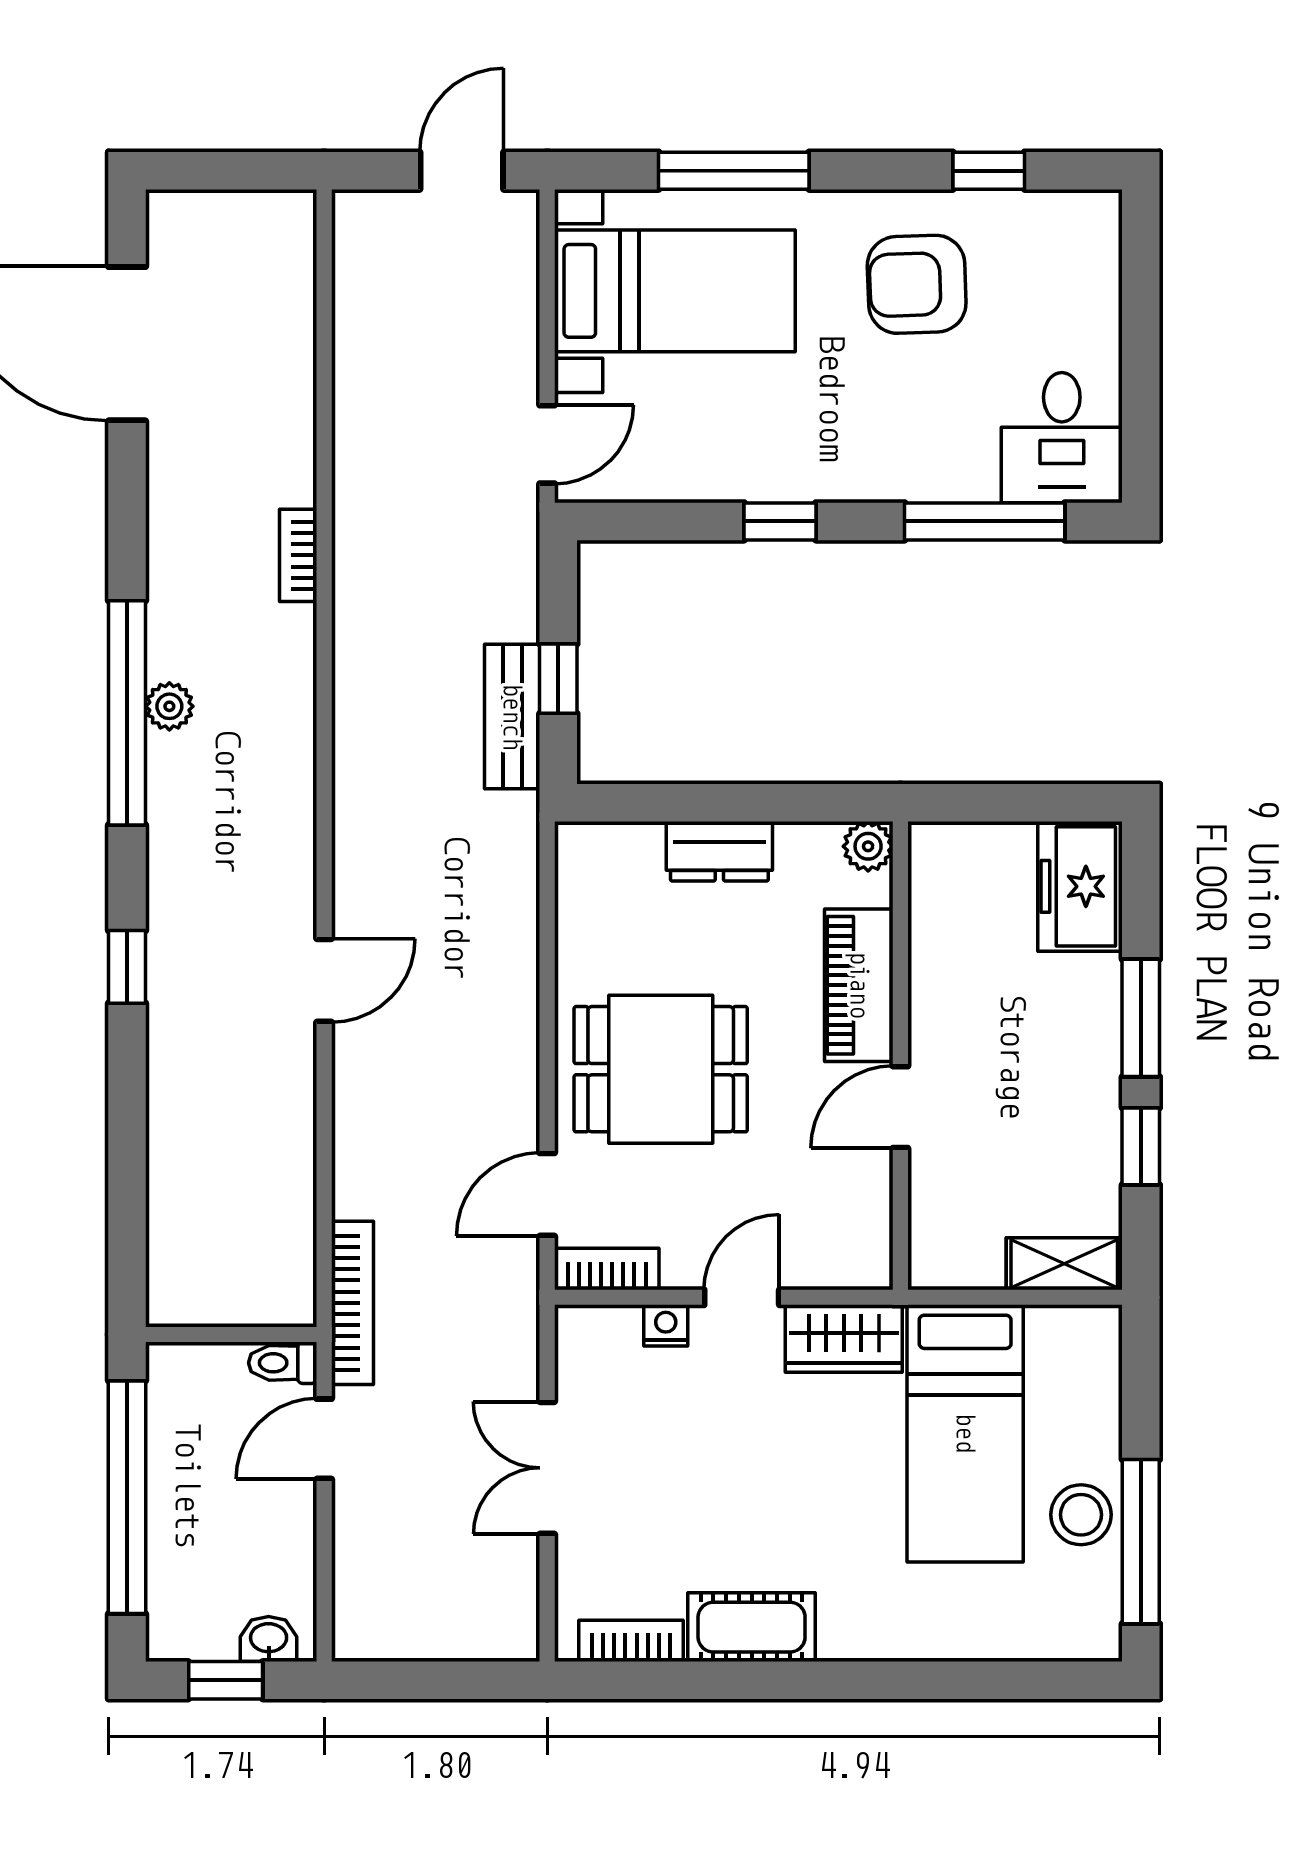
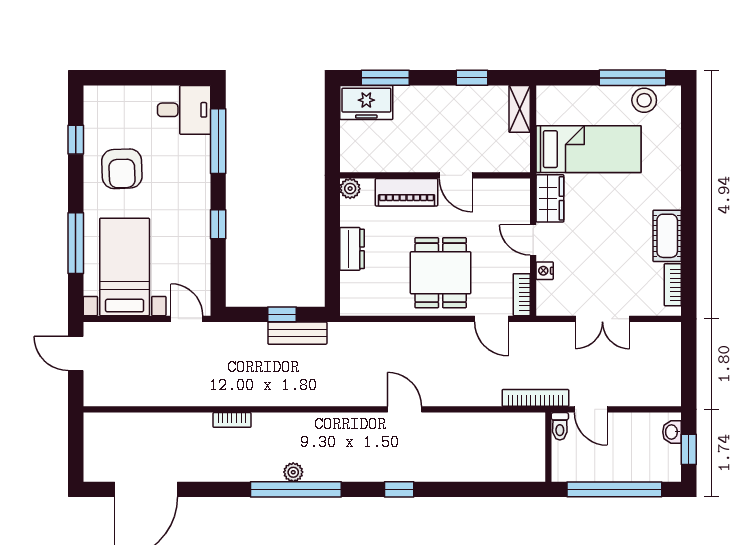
window: (1141, 1018) -> (385, 78), moved
stool: (1081, 1515) -> (644, 100), moved

